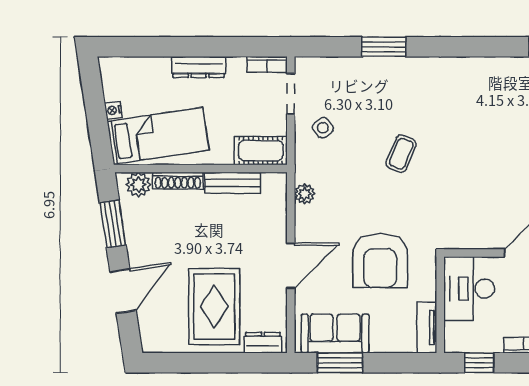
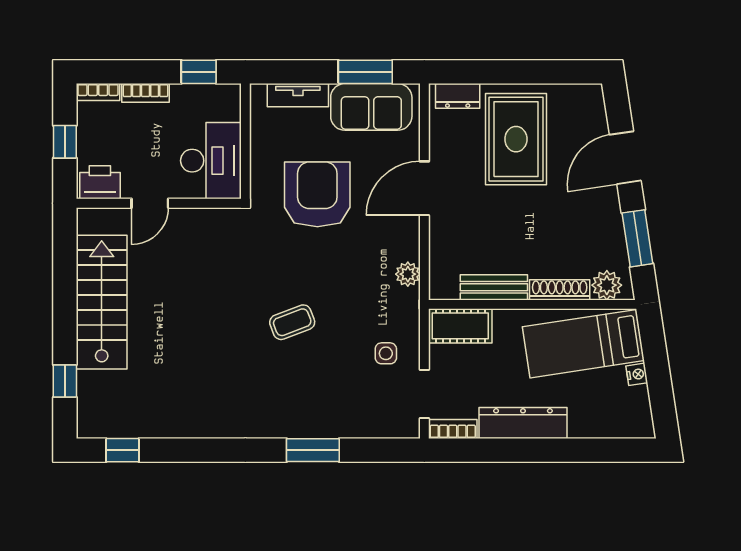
dresser: (199, 67) -> (523, 423), width x1.37, depth x1.24
side table: (323, 128) -> (386, 353), turned 38
coffee table: (401, 154) -> (292, 322), turned 46
tv unit: (427, 328) -> (298, 95), moved, turned 90

